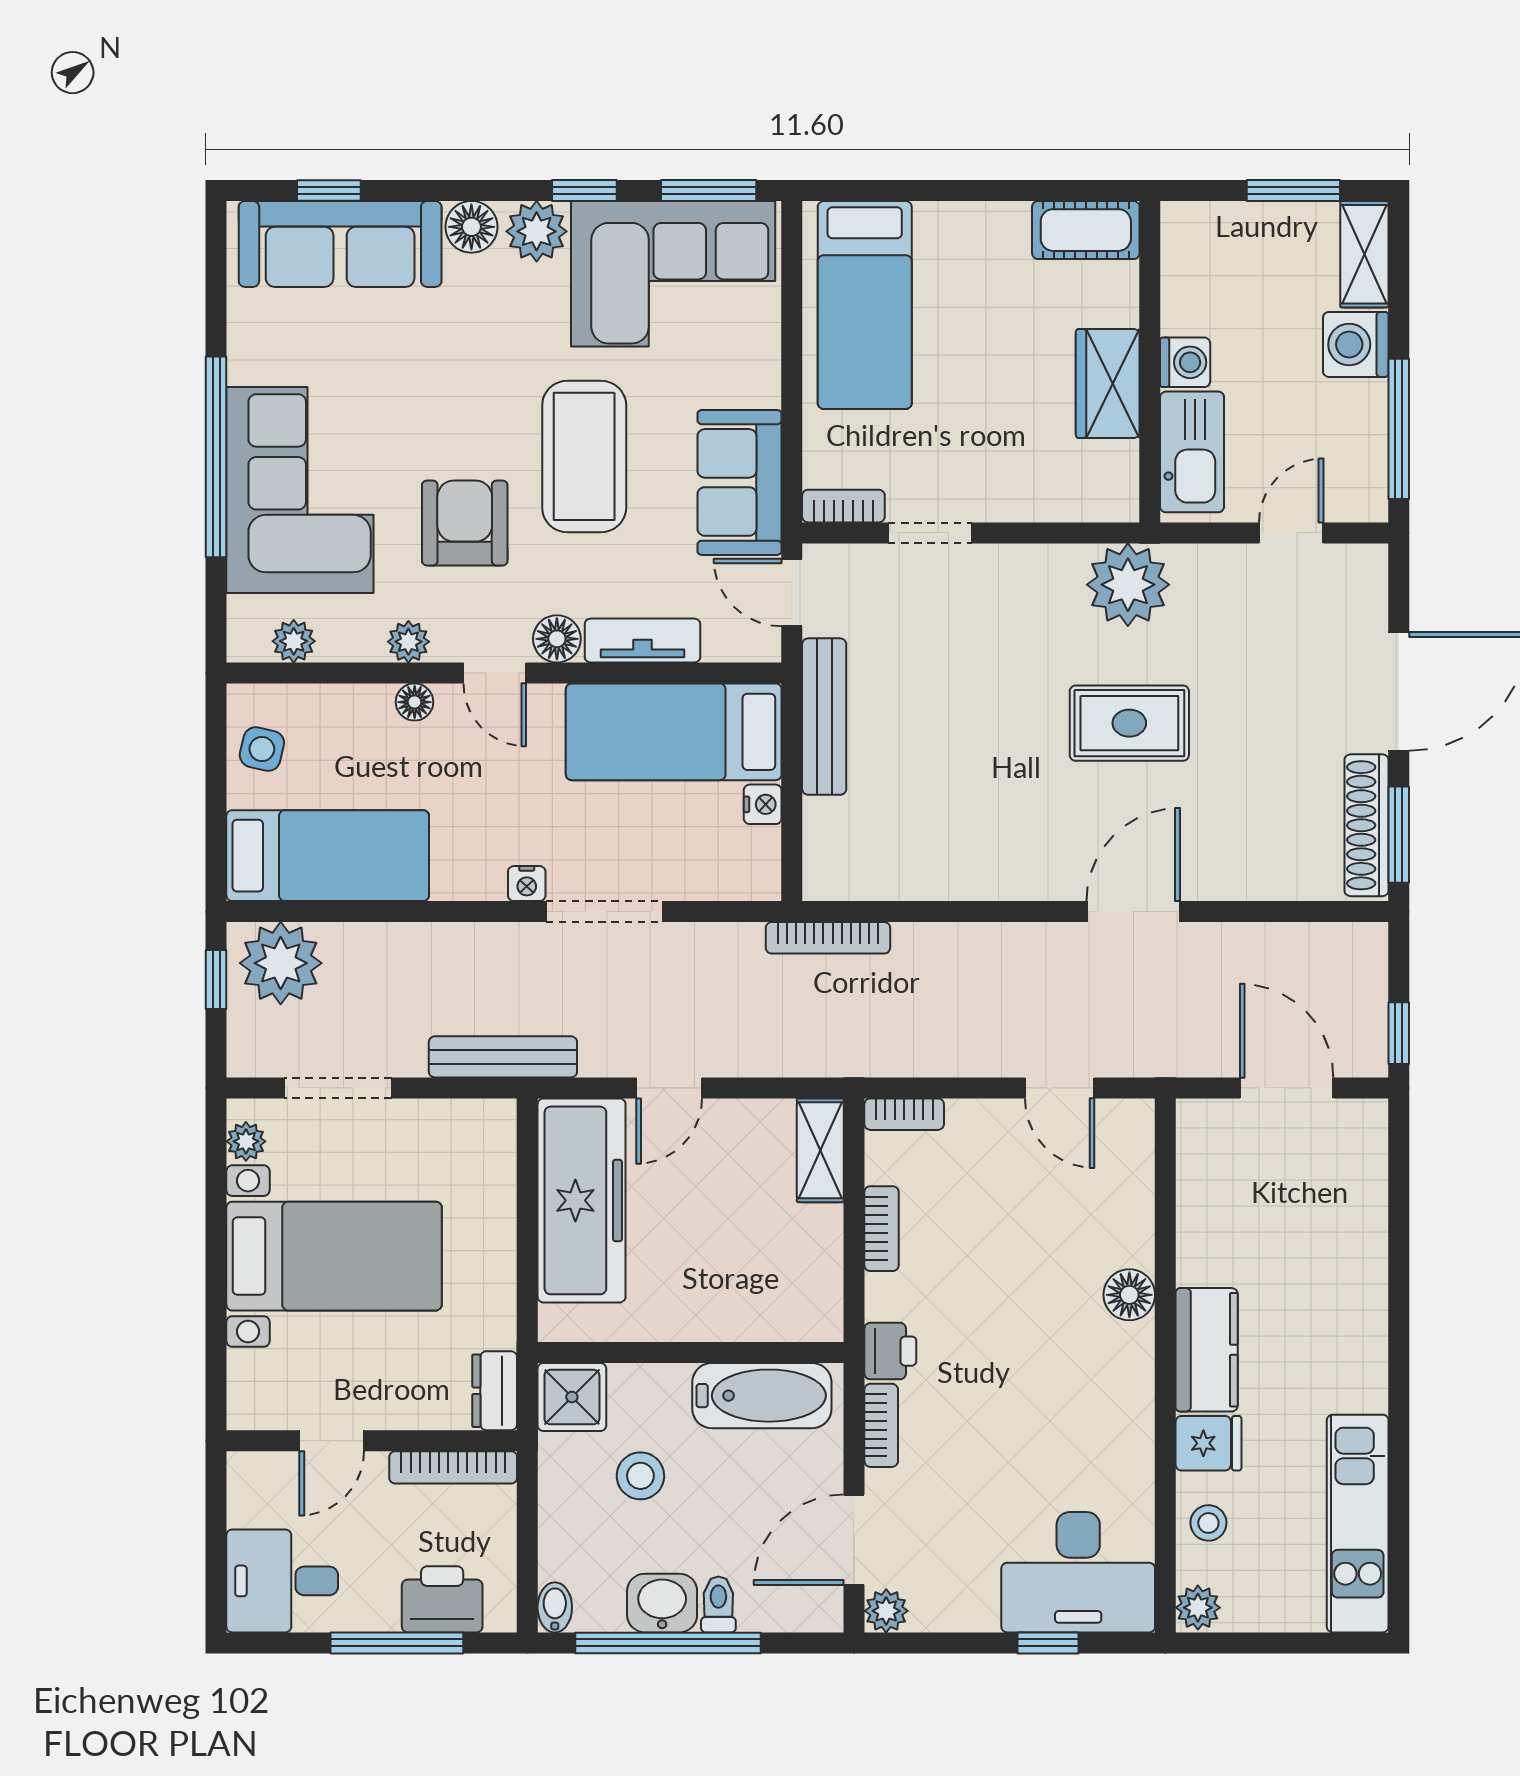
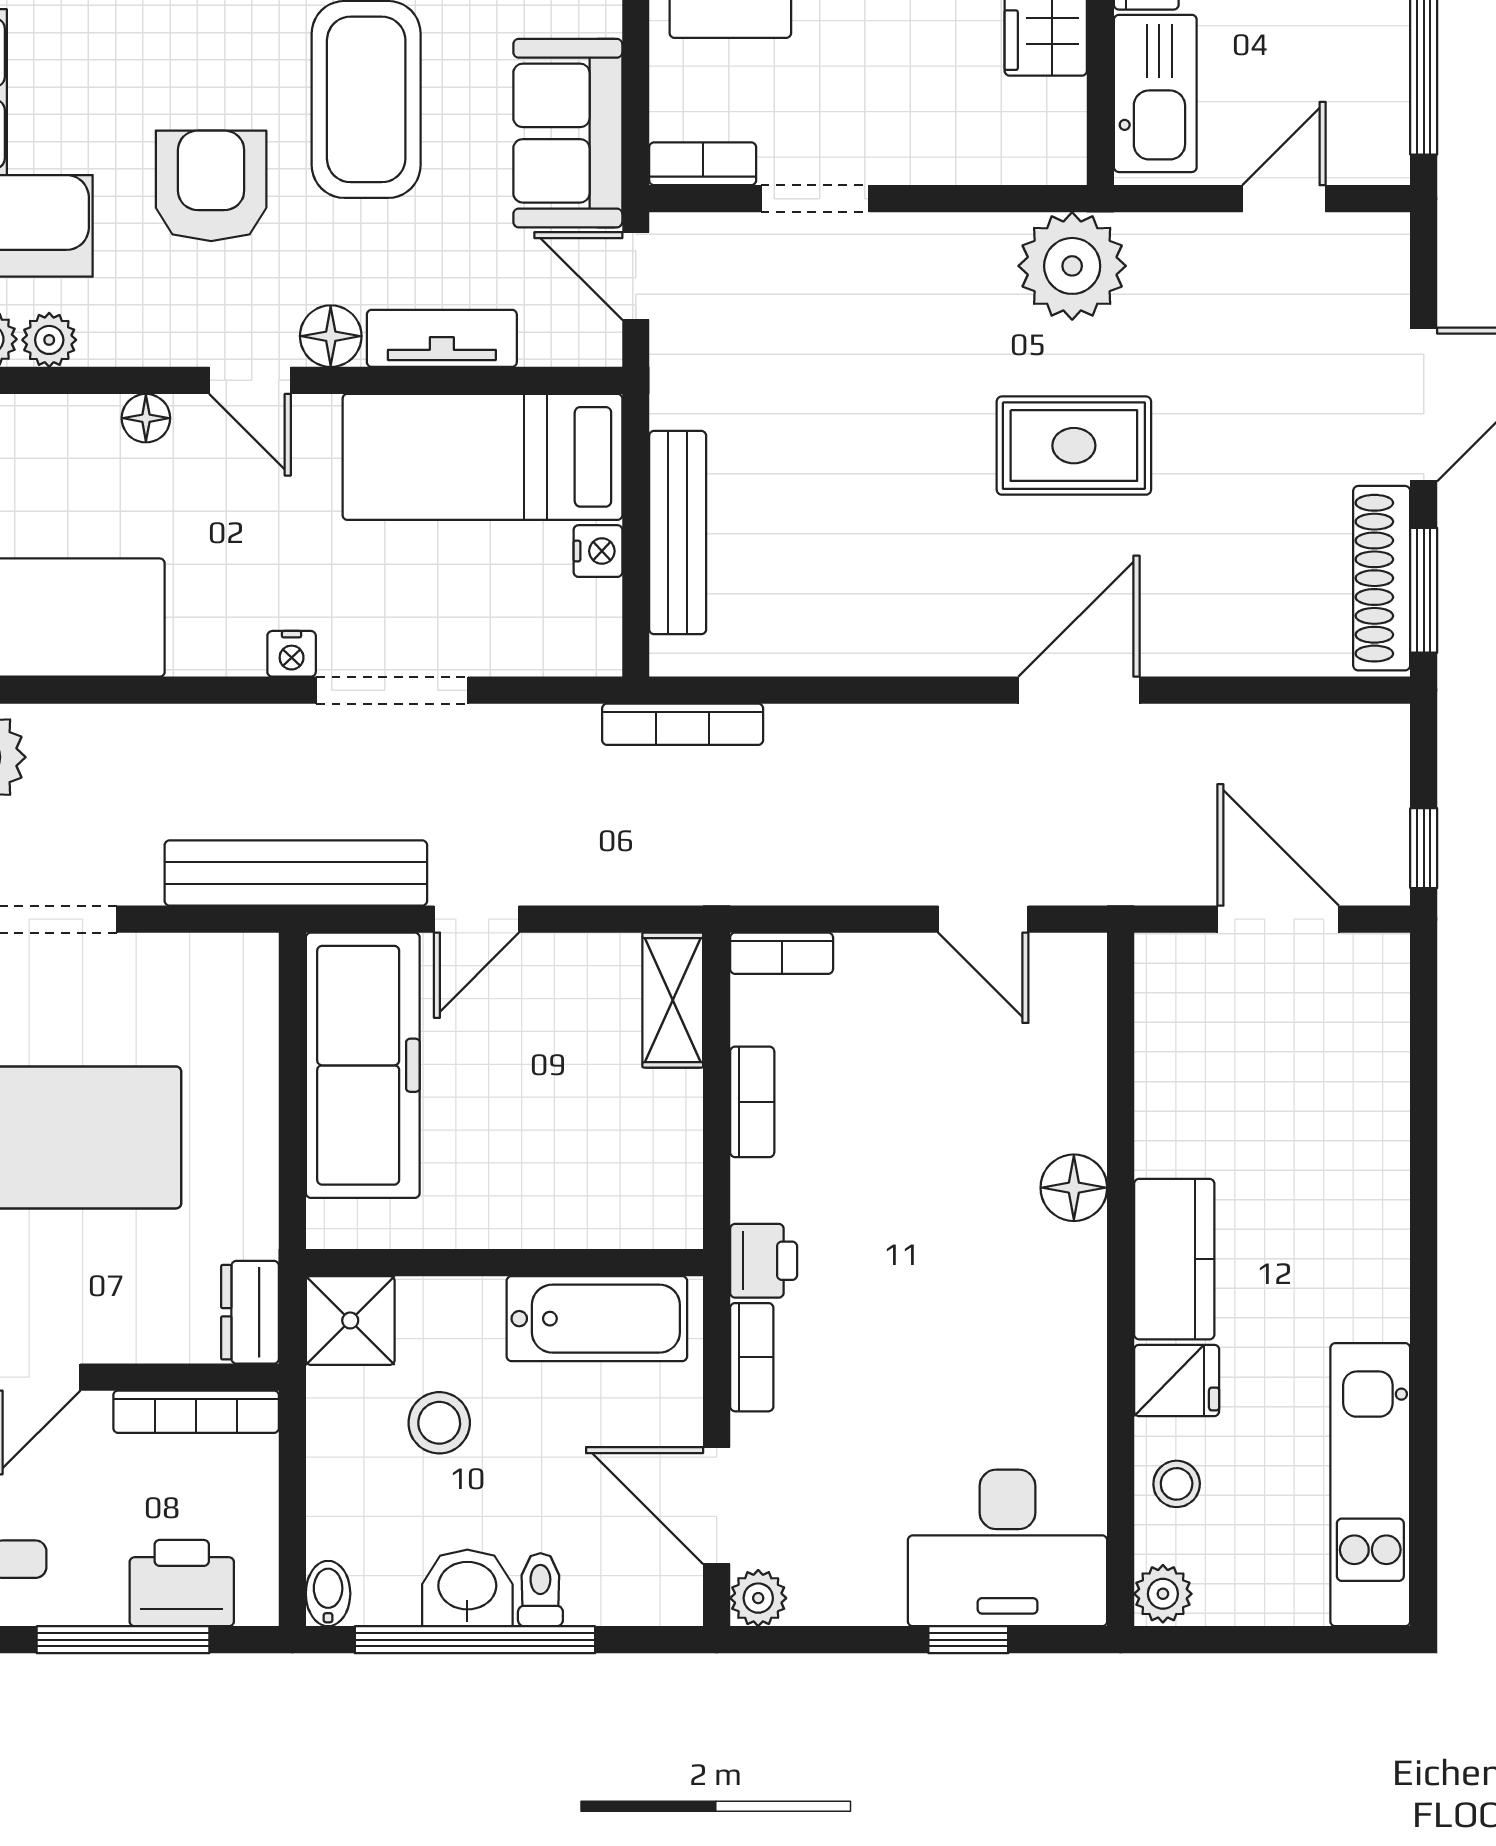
plant: (408, 642) -> (49, 340), moved
bench: (824, 717) -> (678, 533), moved
bench: (503, 1057) -> (296, 873), width x1.37, depth x1.21
door: (854, 1540) -> (717, 1506), hinge flipped

